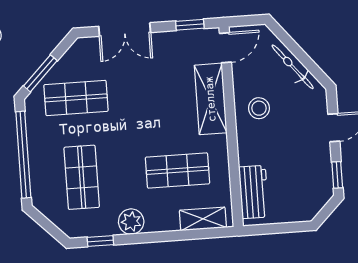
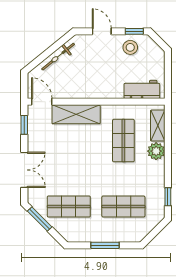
window: (40, 73) -> (40, 219), moved
shop shelf: (76, 98) -> (69, 206), turned 90
stool: (259, 108) -> (130, 47), moved
window: (23, 155) -> (105, 245), width x0.47
plant: (131, 222) -> (156, 151), moved

